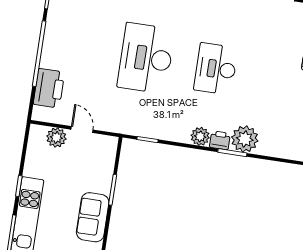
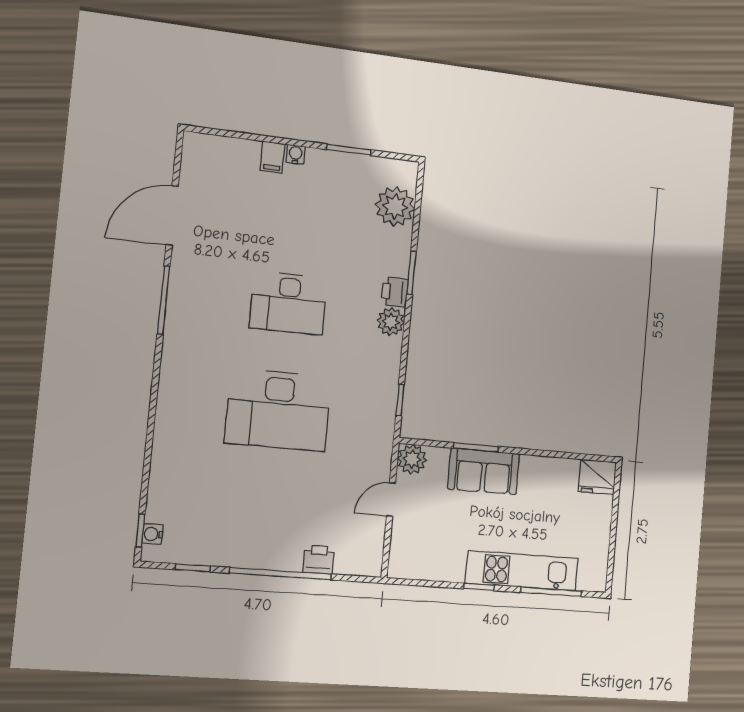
printer: (49, 88) -> (319, 560), width x0.53, depth x0.68
plant: (56, 137) -> (412, 459), moved
plant: (245, 139) -> (395, 207), moved
sofa: (93, 217) -> (484, 471), moved

